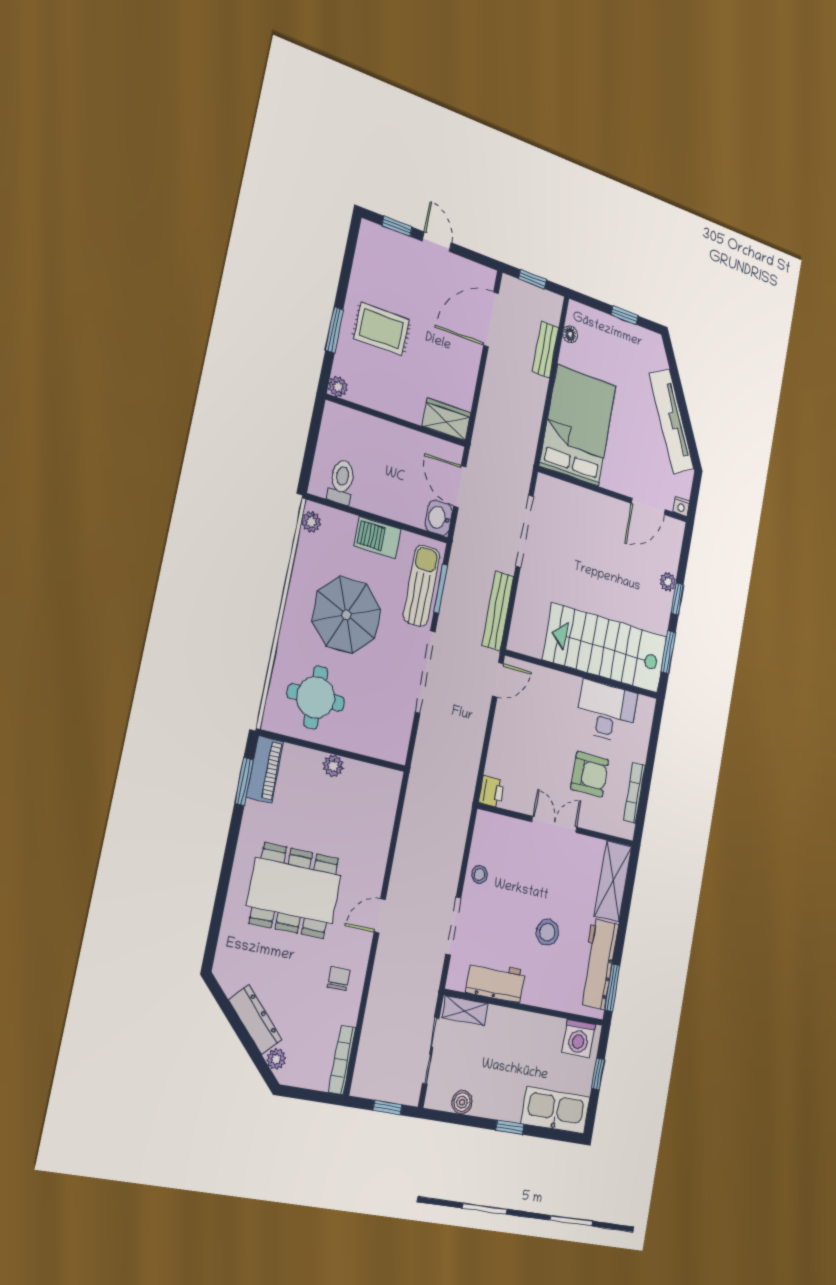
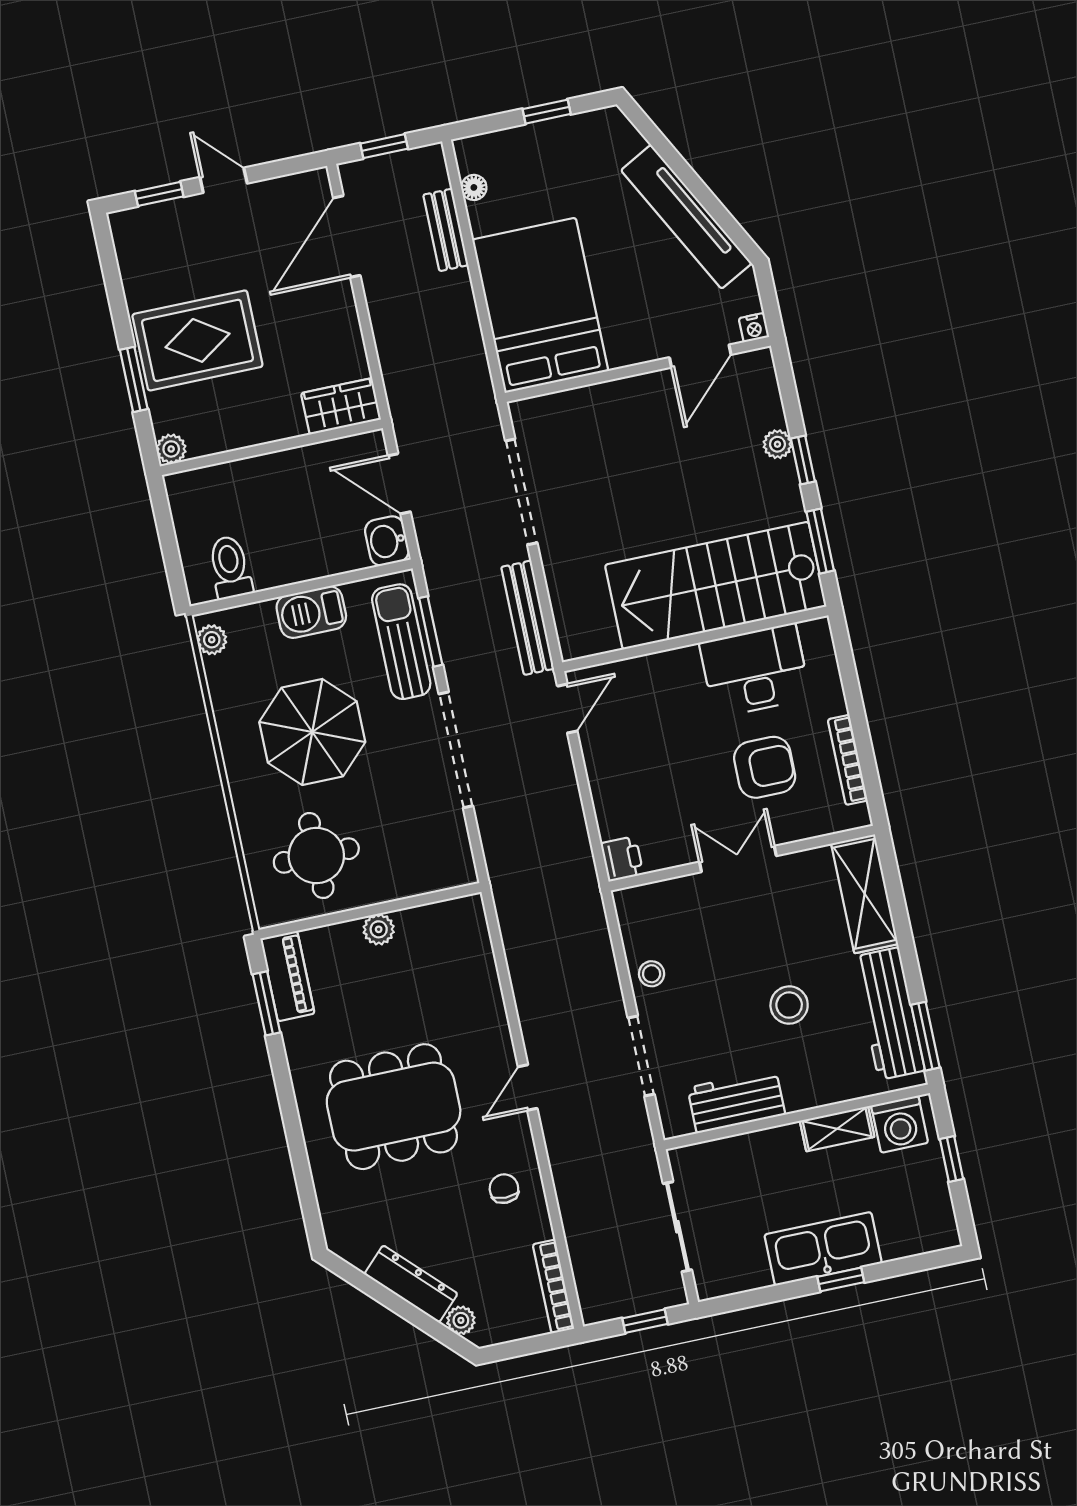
rug: (382, 329) -> (197, 340), width x1.36, depth x1.43
shelving: (465, 1011) -> (837, 1129), moved
boiler: (462, 1102) -> (753, 1274), removed
kitchen sink: (555, 1110) -> (823, 1249), moved

